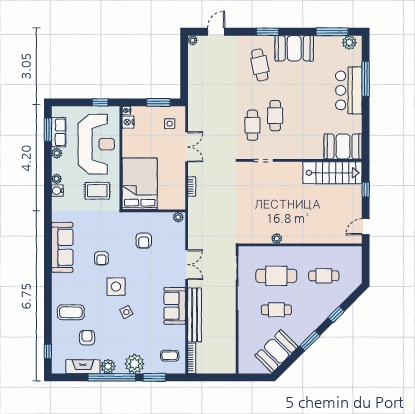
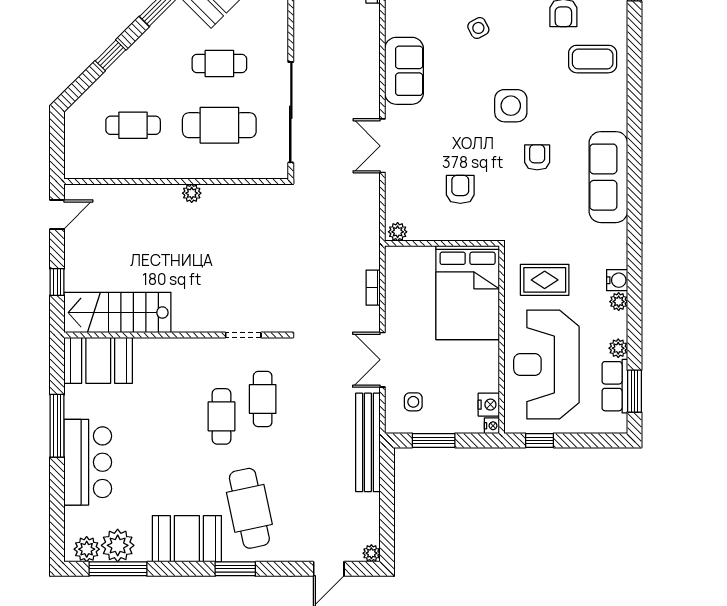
plant: (332, 45) -> (118, 545), added
cafe table: (260, 65) -> (249, 508), width x1.37, depth x1.35
window: (366, 79) -> (57, 426), moved
plant: (277, 238) -> (192, 193), moved
side table: (126, 312) -> (478, 28), moved
bench: (195, 315) -> (368, 442), moved

